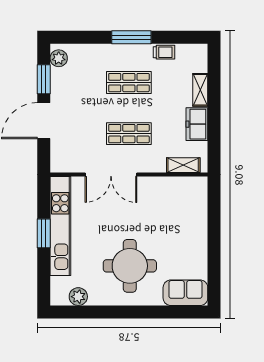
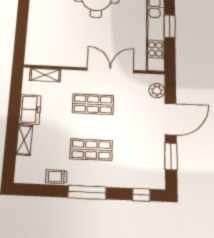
window: (75, 37) -> (141, 195), added
plant: (59, 58) -> (157, 91), moved

